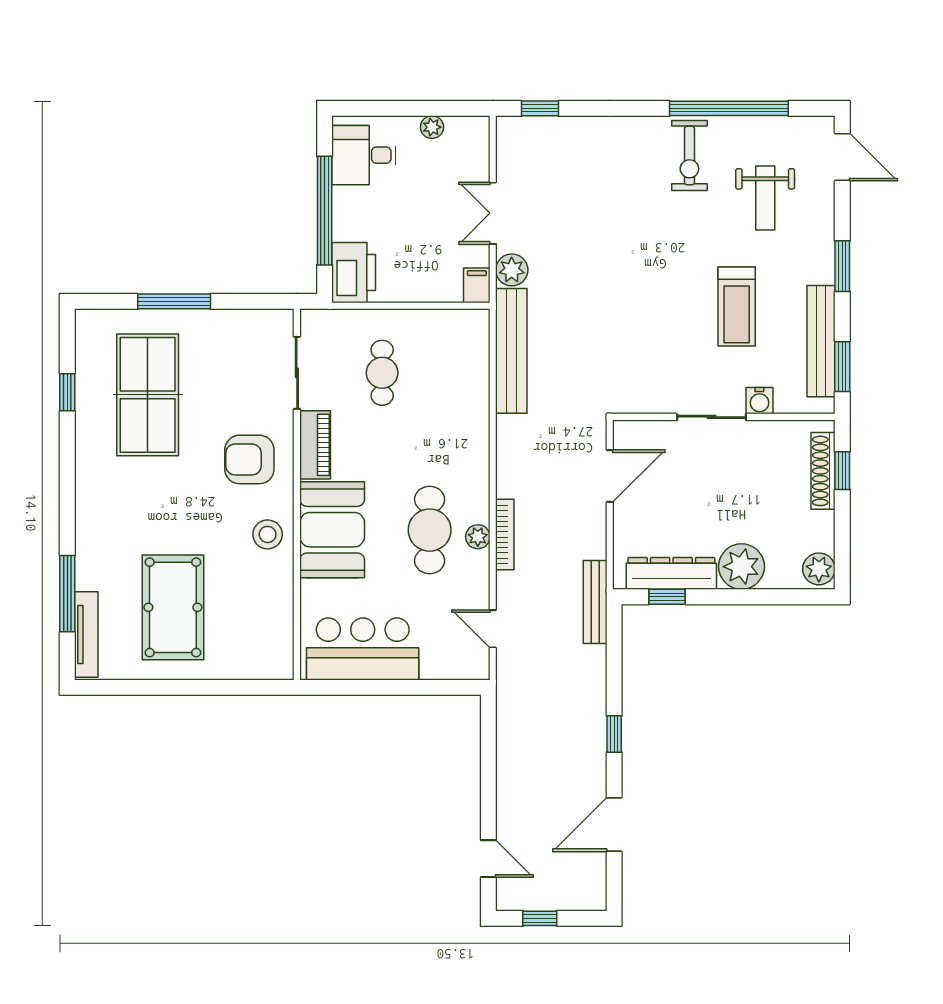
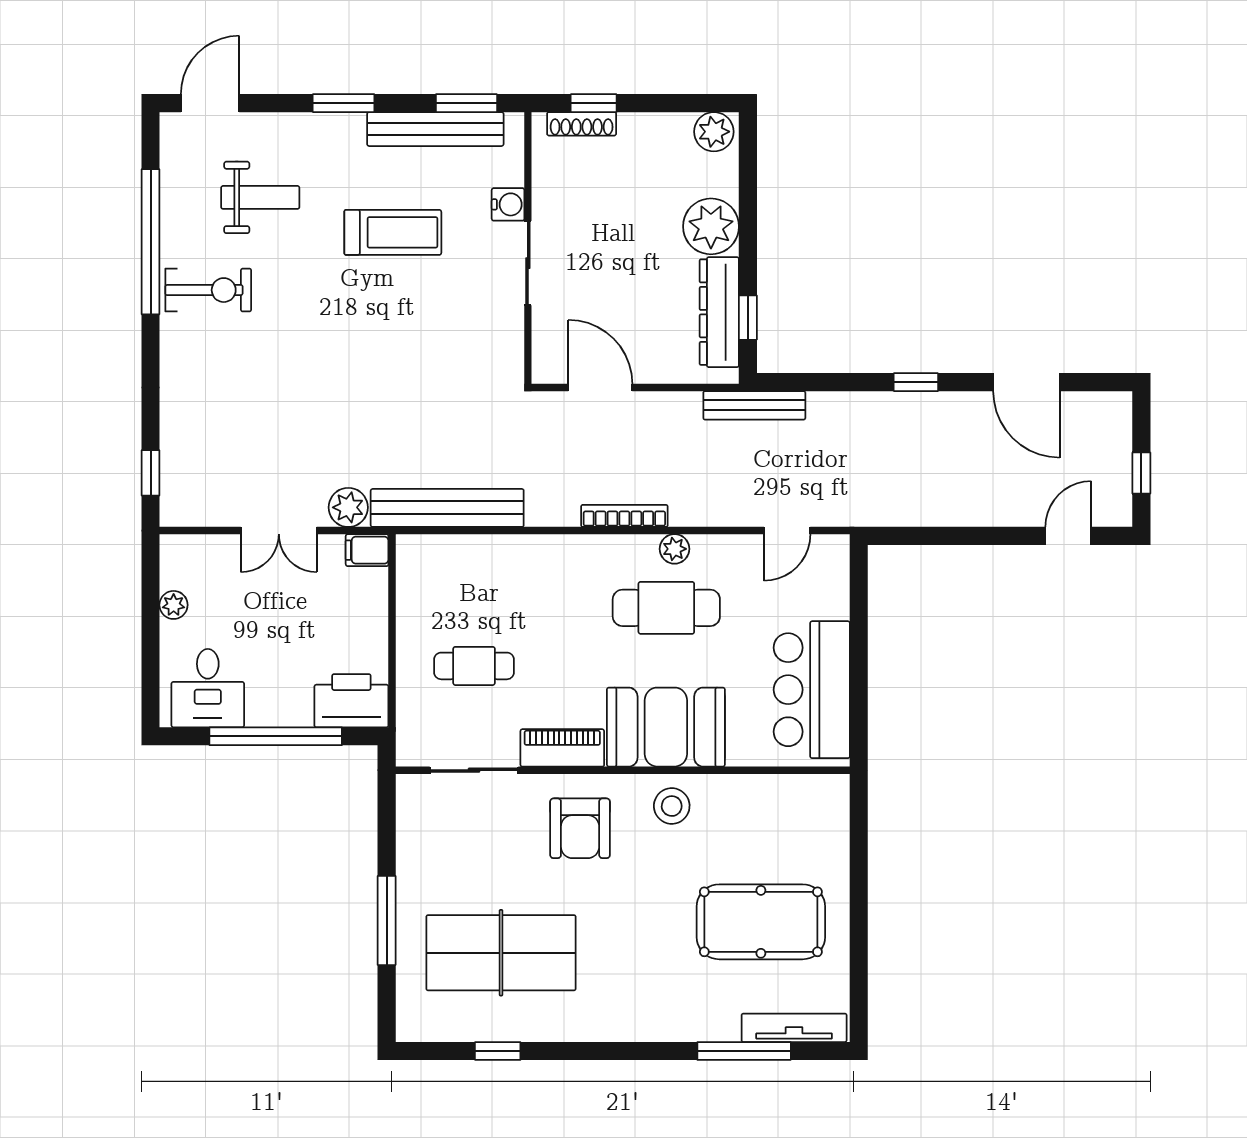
shoe rack: (823, 471) -> (582, 124), width x0.74, depth x0.81
bookcase: (505, 534) -> (624, 516), moved

